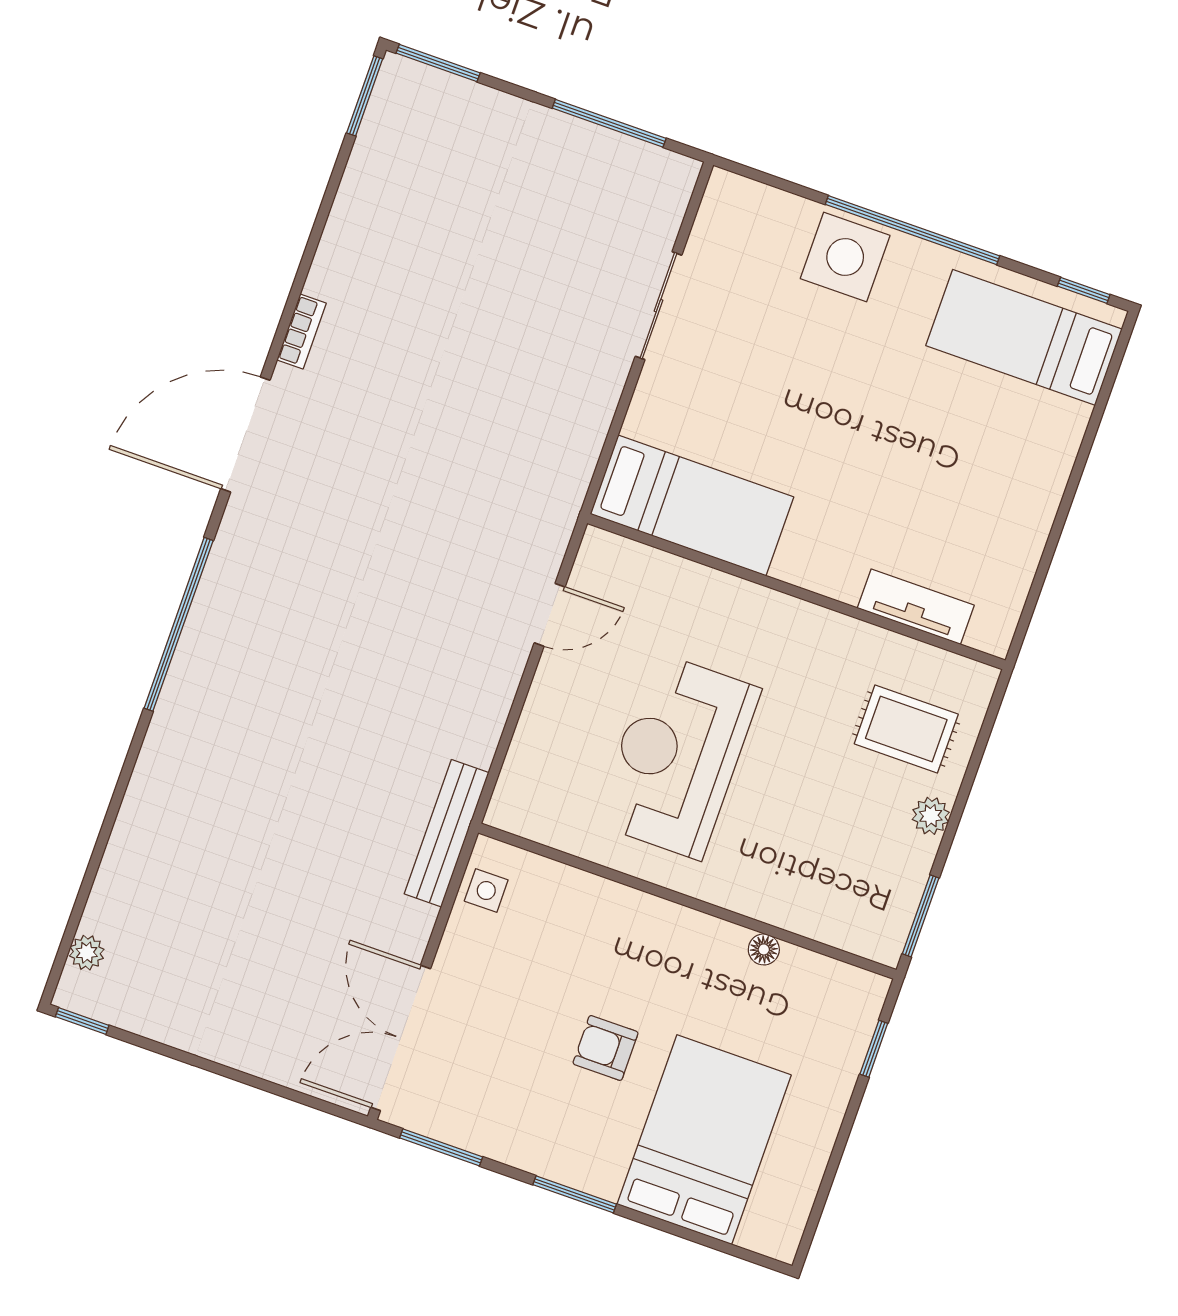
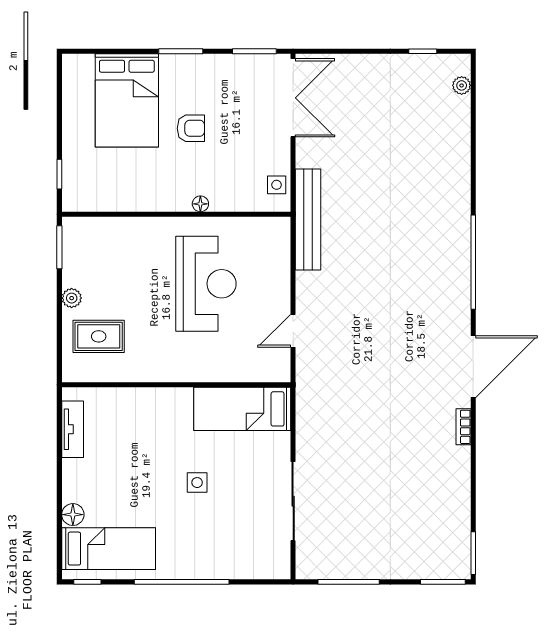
side table: (845, 257) -> (197, 483), moved, width x0.54, depth x0.54
sliding door: (658, 306) -> (293, 501), width x1.37
floor lamp: (1067, 422) -> (73, 515), added
tv unit: (916, 607) -> (73, 429), moved, turned -90
bench: (447, 833) -> (308, 220), width x1.37, depth x1.21
floor lamp: (764, 949) -> (200, 204), moved
window: (82, 1021) -> (423, 51), moved

